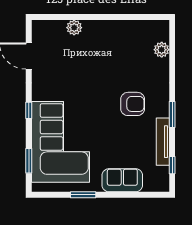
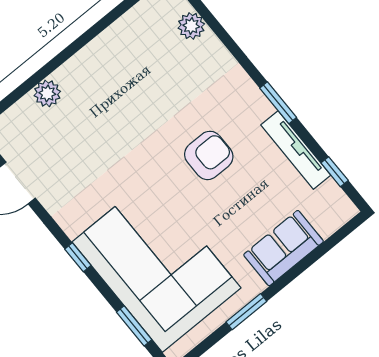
armchair: (133, 104) -> (209, 155), moved

